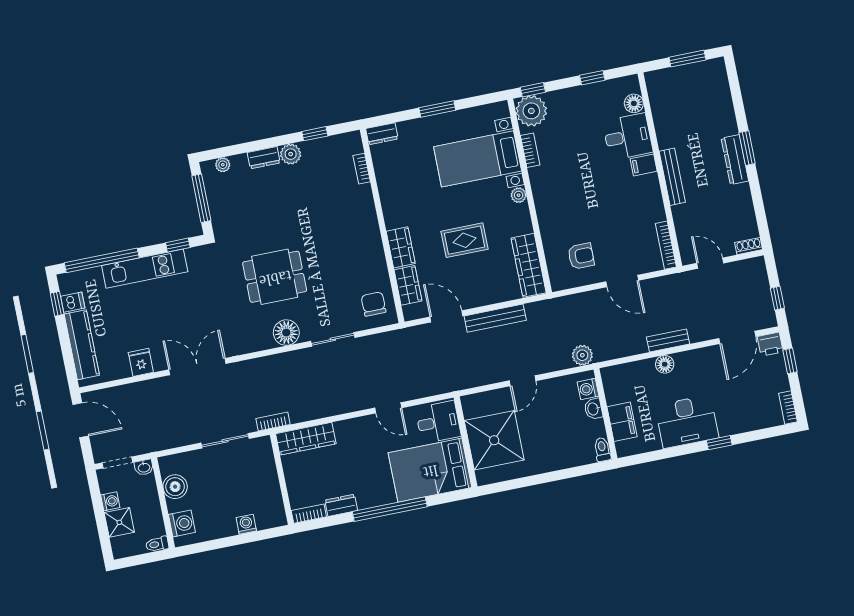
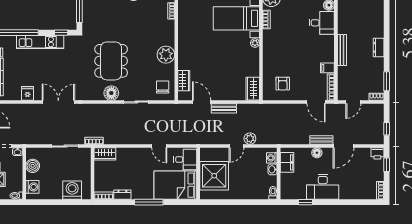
window: (747, 148) -> (387, 81), moved
dresser: (735, 160) -> (379, 47), width x0.70
filing cabinet: (644, 165) -> (327, 68), moved
rug: (464, 240) -> (220, 62), removed
plant: (368, 247) -> (166, 55), added
wardrobe: (401, 247) -> (184, 59), removed
armchair: (581, 256) -> (283, 84), turned 90
door: (710, 263) -> (353, 102), swing flipped
wardrobe: (529, 265) -> (253, 89), width x0.67
dining table: (275, 277) -> (111, 61), width x1.38
door: (622, 281) -> (316, 102), moved
bench: (495, 318) -> (224, 108), width x0.73
door: (737, 337) -> (344, 146), moved
plant: (582, 355) -> (250, 139), moved
filing cabinet: (622, 422) -> (287, 162), moved
wardrobe: (306, 439) -> (105, 154), width x0.67
window: (719, 443) -> (305, 202), moved
window: (390, 509) -> (149, 202), width x0.68
washing machine: (246, 524) -> (72, 190), width x1.89, depth x1.89

